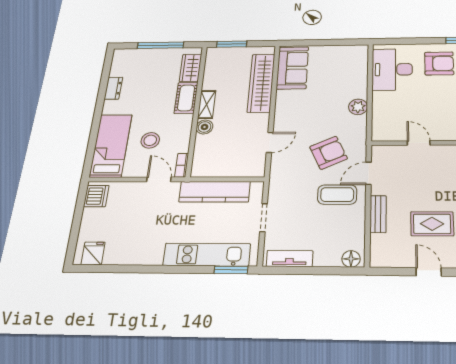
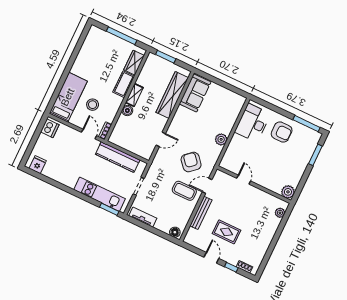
dresser: (113, 88) -> (82, 55), removed
armchair: (329, 153) -> (191, 162), turned -106
bench: (378, 214) -> (201, 213), width x1.36

